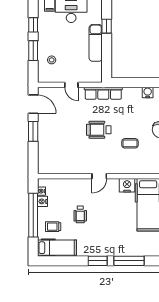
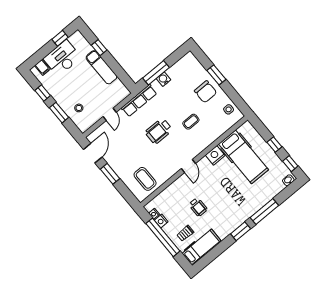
window: (134, 83) -> (156, 73), added
door: (71, 85) -> (110, 114), hinge flipped
water cooler: (148, 92) -> (163, 79), moved
door: (33, 104) -> (93, 153), hinge flipped
coffee table: (57, 158) -> (145, 179), added

